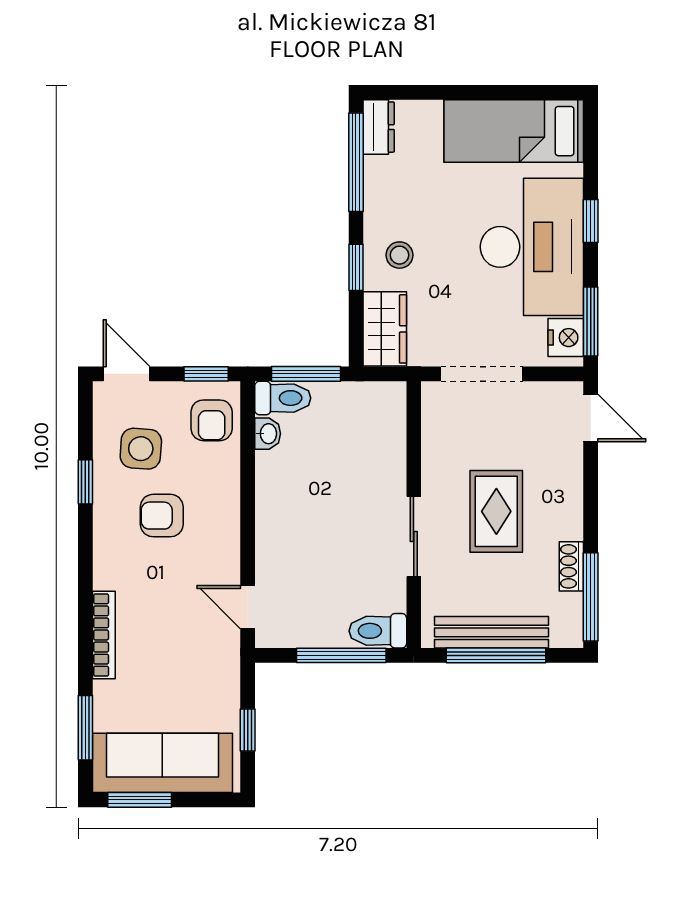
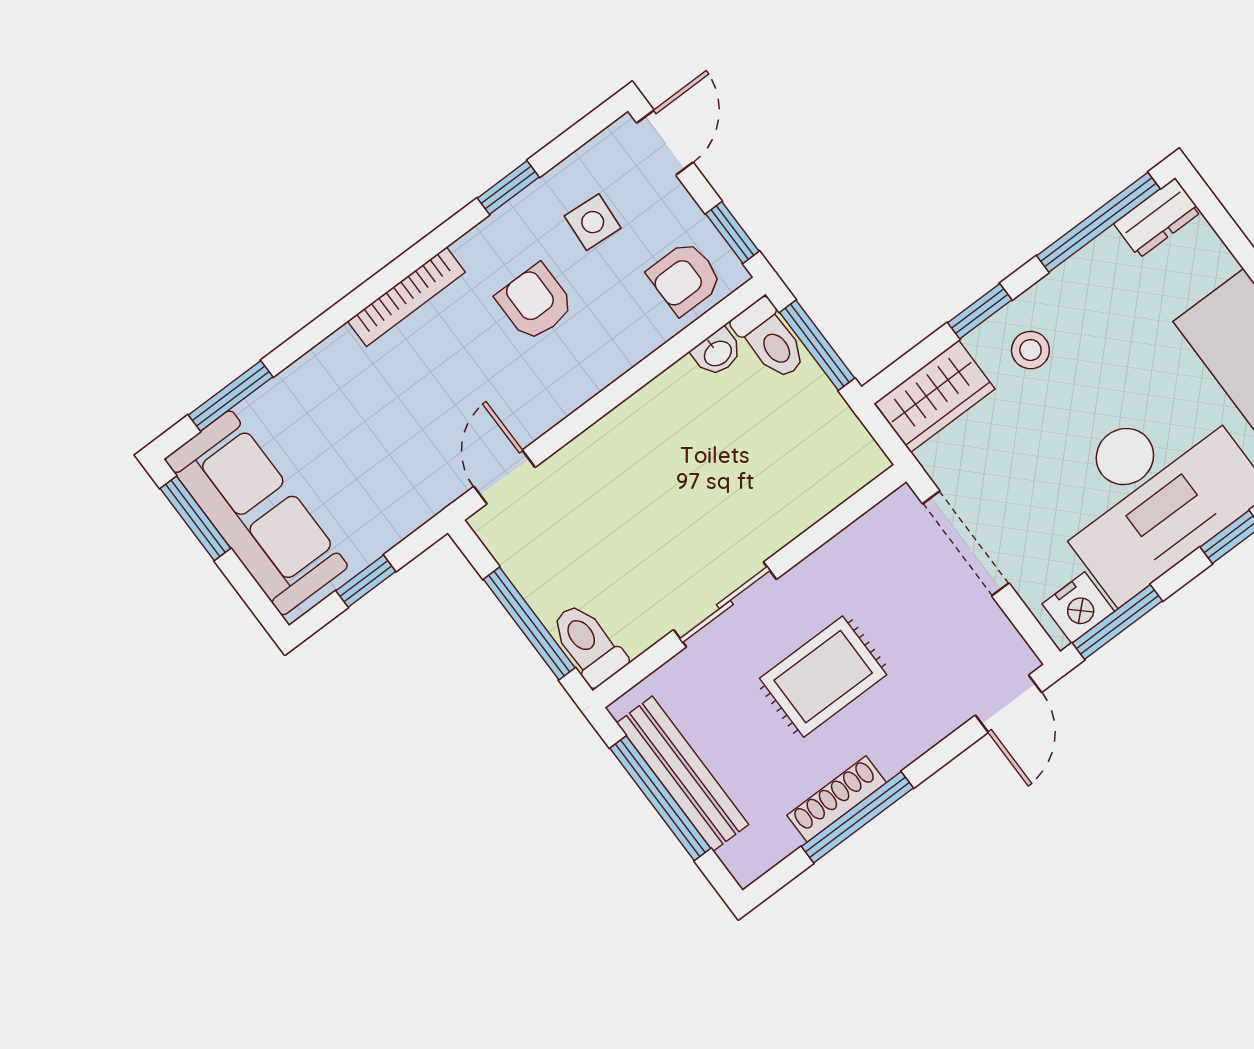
side table: (141, 449) -> (593, 222), width x0.73, depth x0.73
shoe rack: (571, 566) -> (837, 799), width x1.43
window: (591, 597) -> (857, 817), moved
bookcase: (104, 635) -> (406, 297), moved

